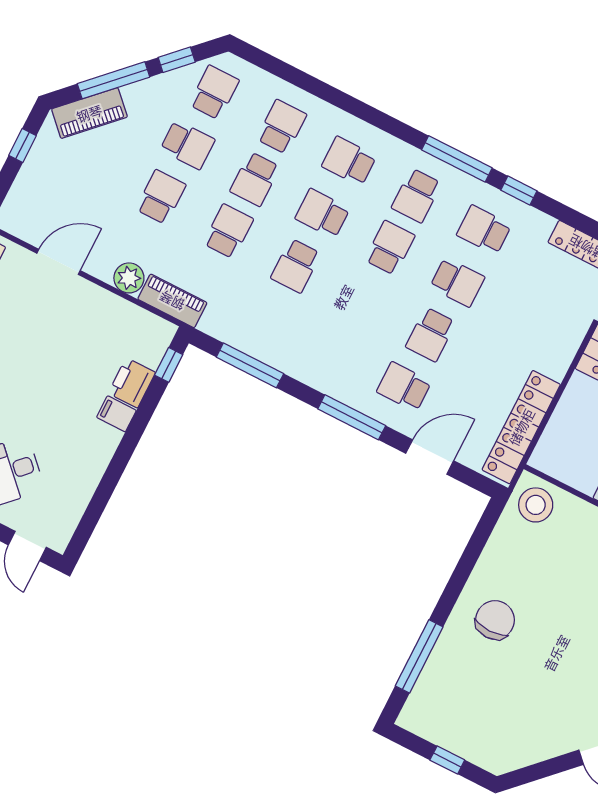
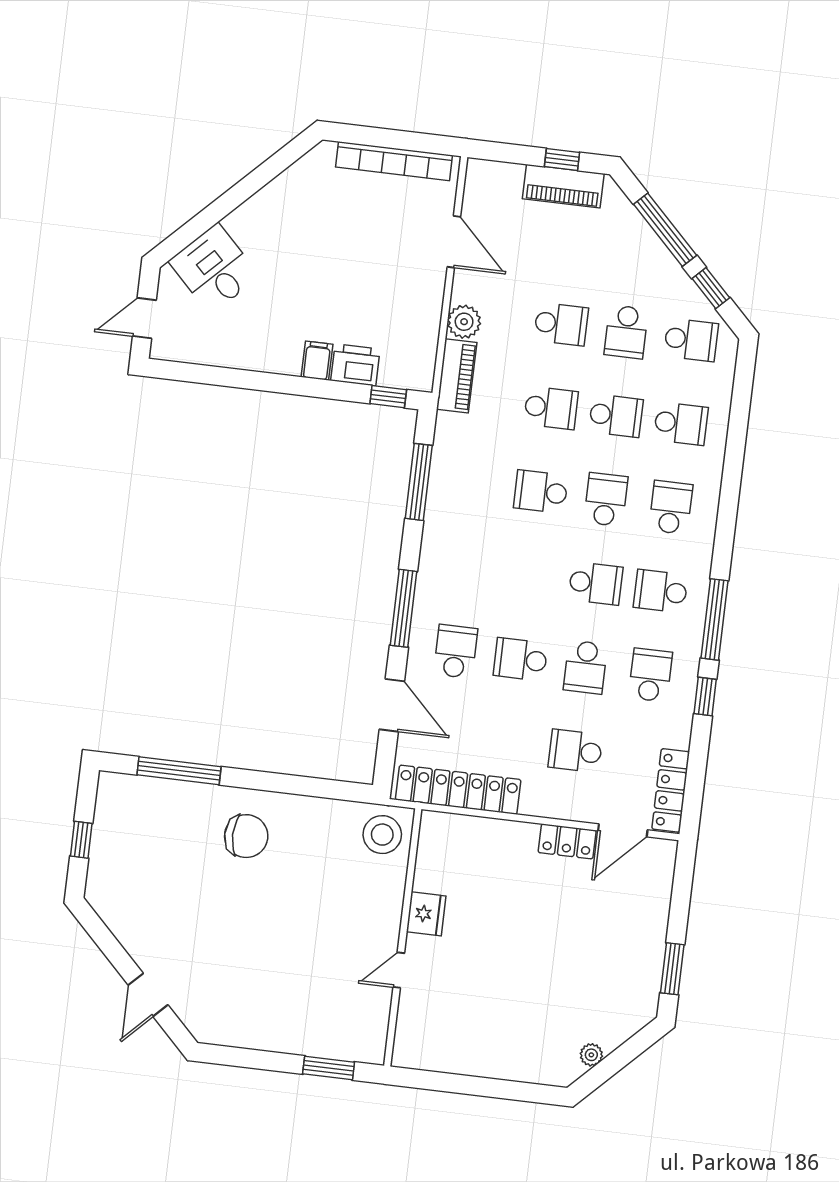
piano: (89, 113) -> (563, 186), moved, turned -45
school desk: (255, 179) -> (616, 416), turned 180
school desk: (525, 317) -> (575, 751), added

